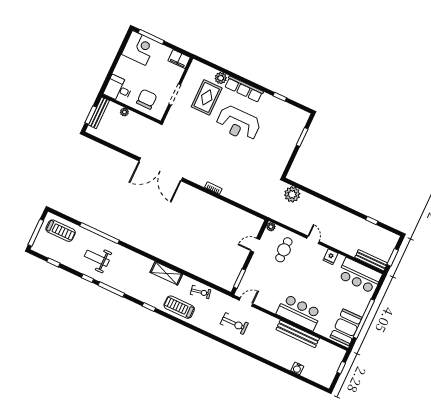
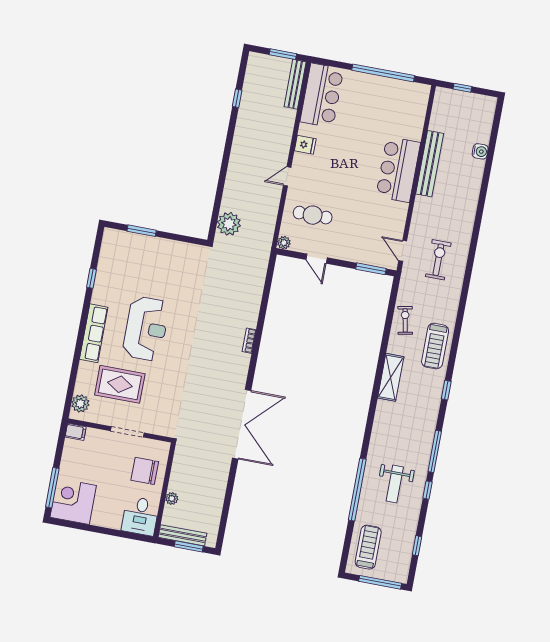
filing cabinet: (179, 59) -> (76, 432), width x0.50
plant: (221, 78) -> (80, 404), moved
booth: (346, 327) -> (402, 96), removed

